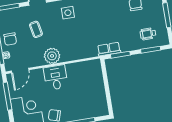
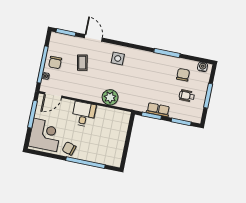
wheelchair: (148, 34) -> (187, 96), moved
row of seats: (109, 49) -> (158, 110), moved
plant: (52, 56) -> (110, 97), moved

